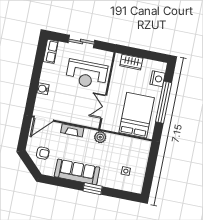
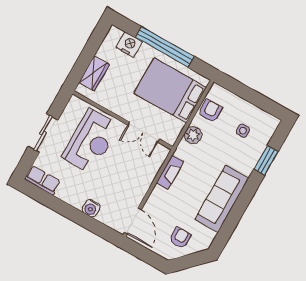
fireplace: (72, 130) -> (170, 172), moved
plant: (100, 137) -> (193, 135), moved
armchair: (132, 146) -> (210, 111), added
window: (93, 189) -> (266, 160), moved

